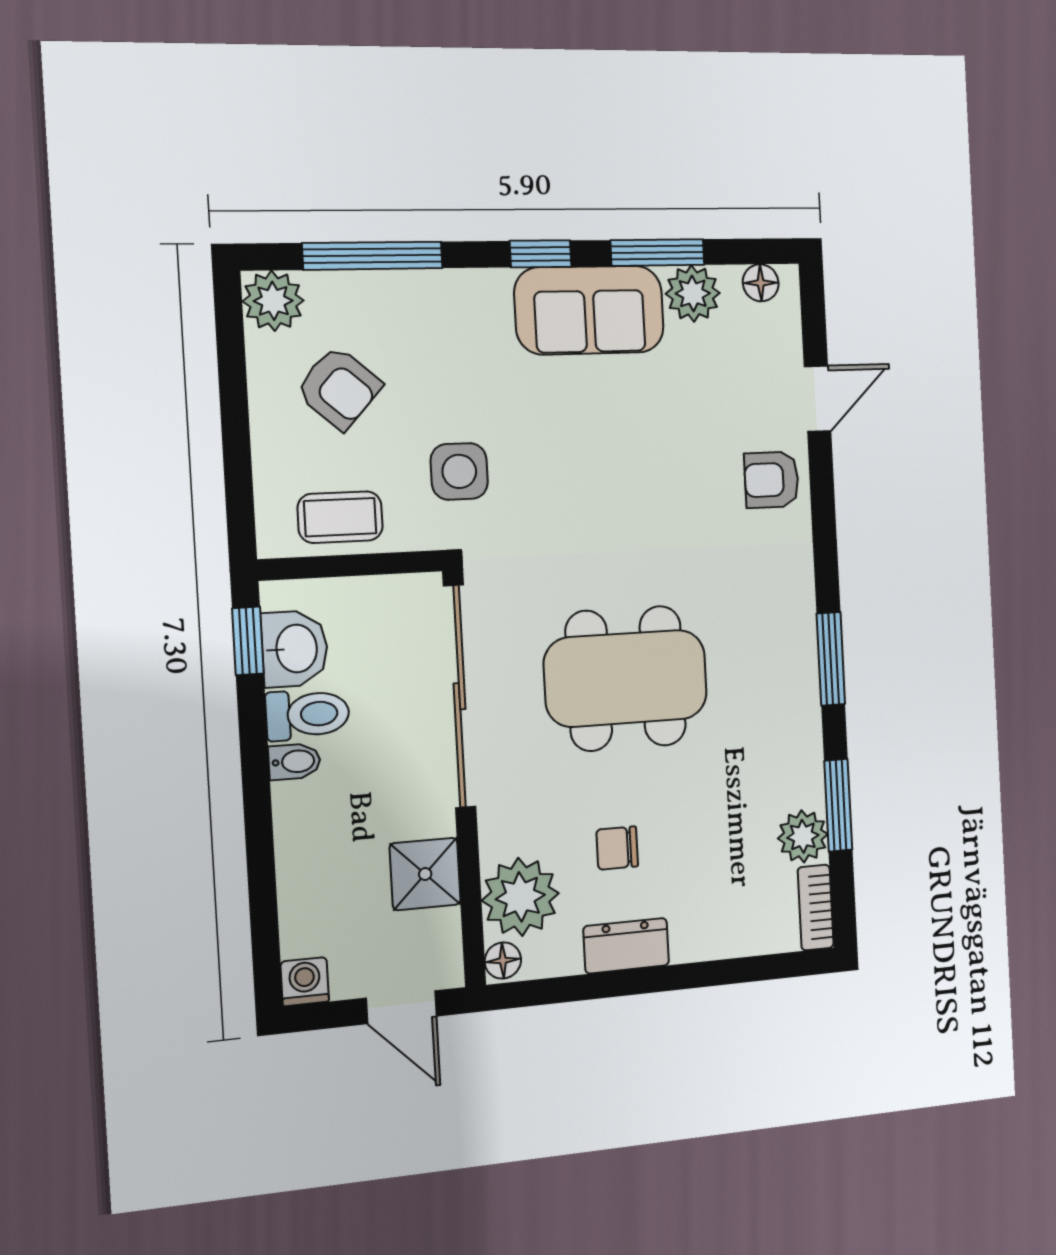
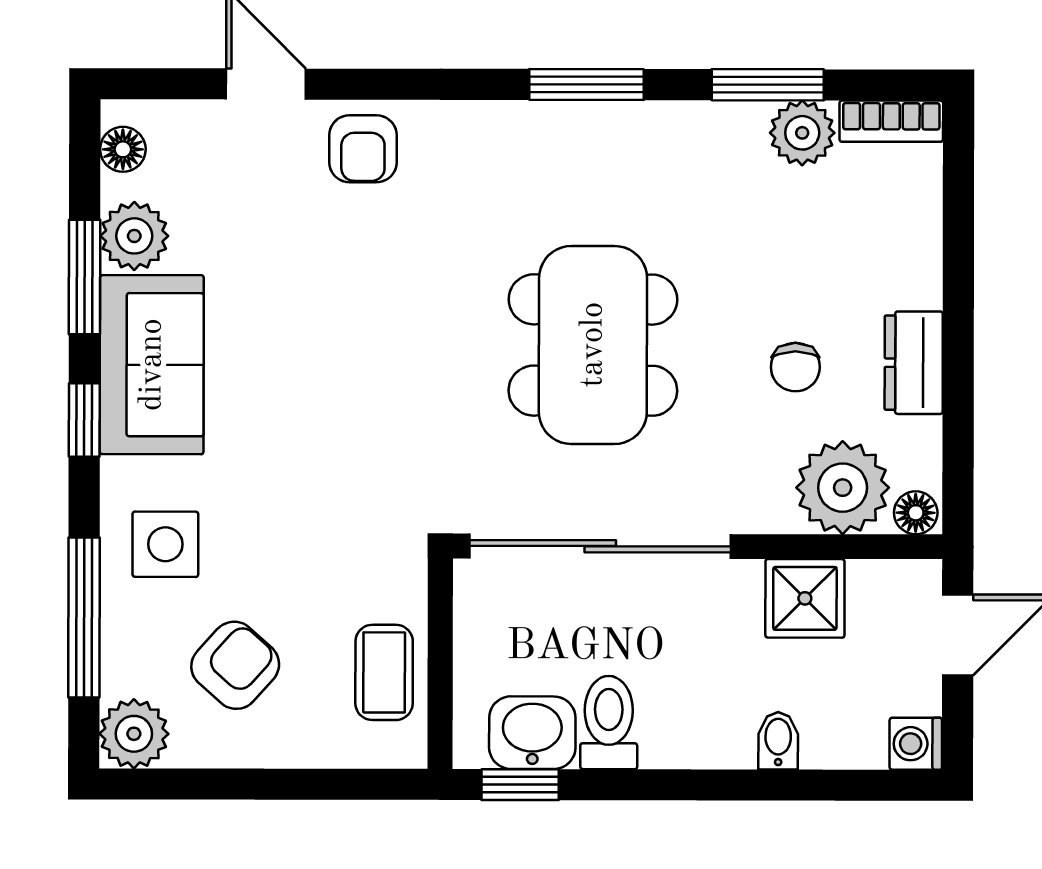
side table: (459, 471) -> (165, 544), moved
bidet: (295, 762) -> (778, 741), moved

